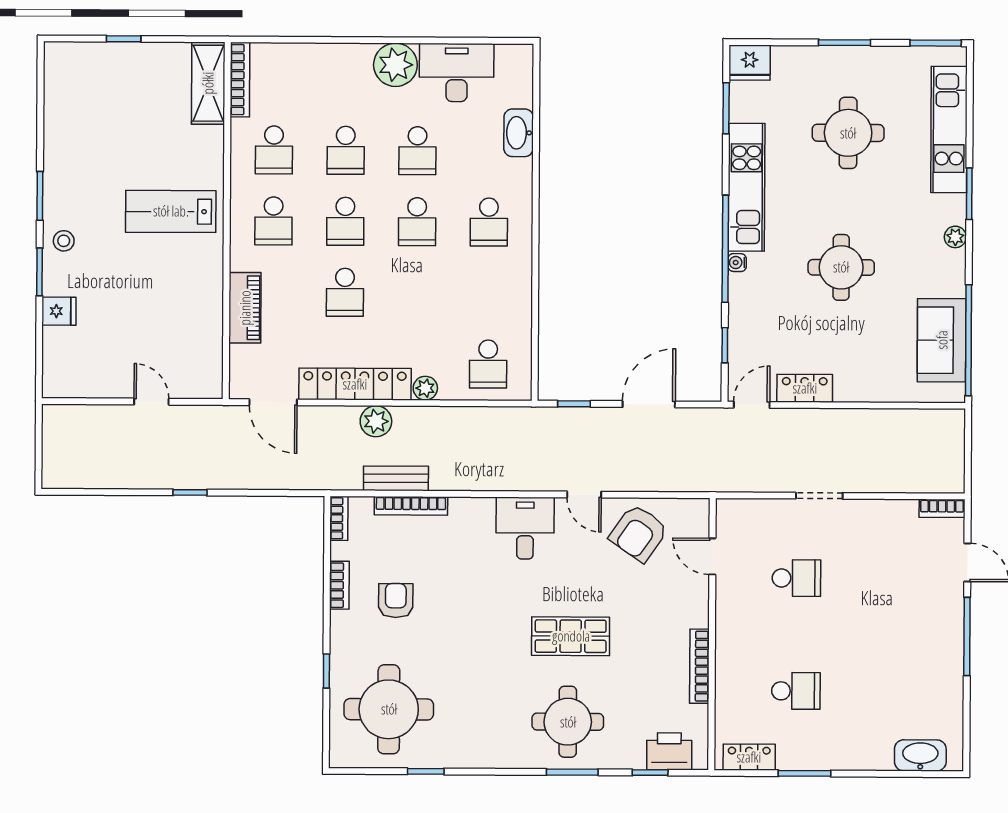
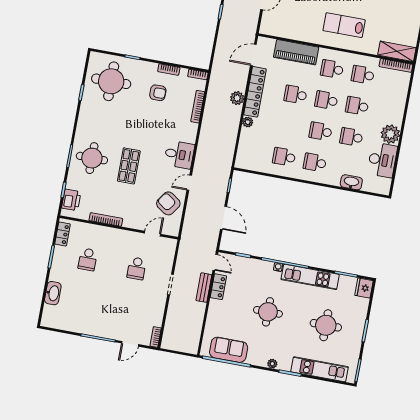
lab bench: (171, 211) -> (344, 25), turned -90
piano: (245, 308) -> (296, 52), width x1.37, depth x1.33
school desk: (488, 364) -> (284, 157), moved
bench: (396, 478) -> (204, 288), moved
washbasin: (920, 755) -> (53, 293), moved

